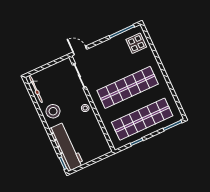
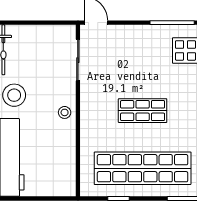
shop shelf: (128, 87) -> (143, 111), width x0.50, depth x0.74

